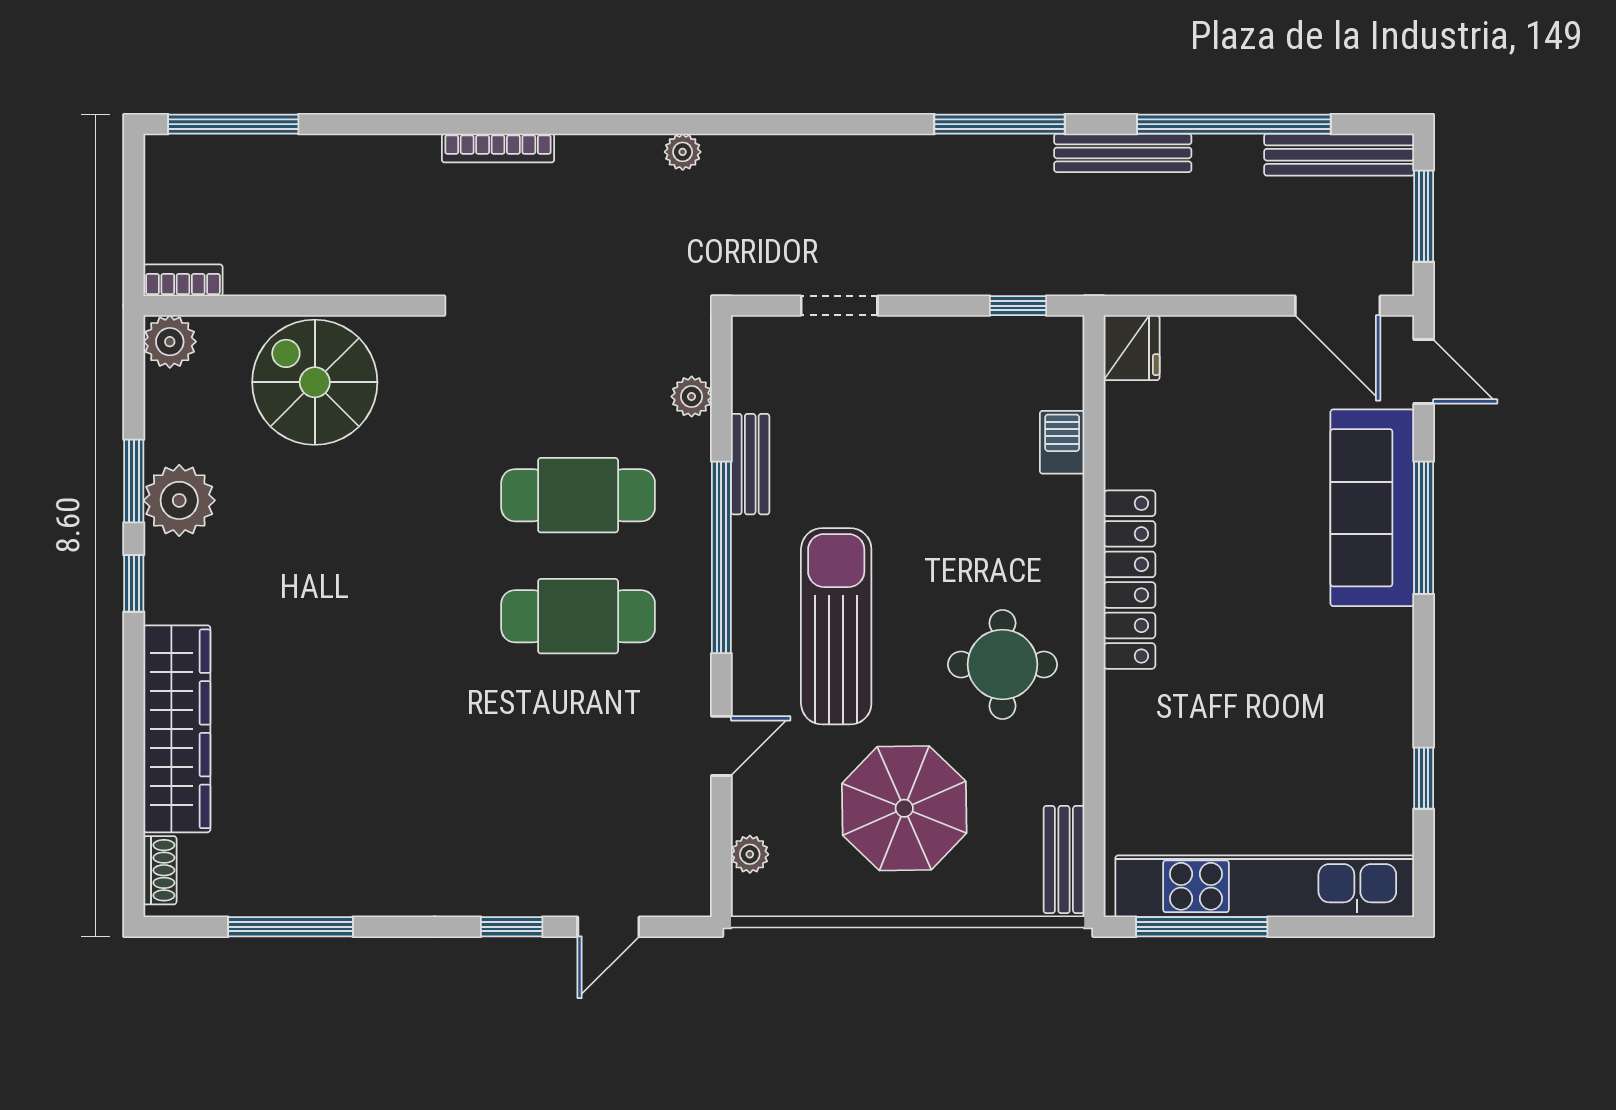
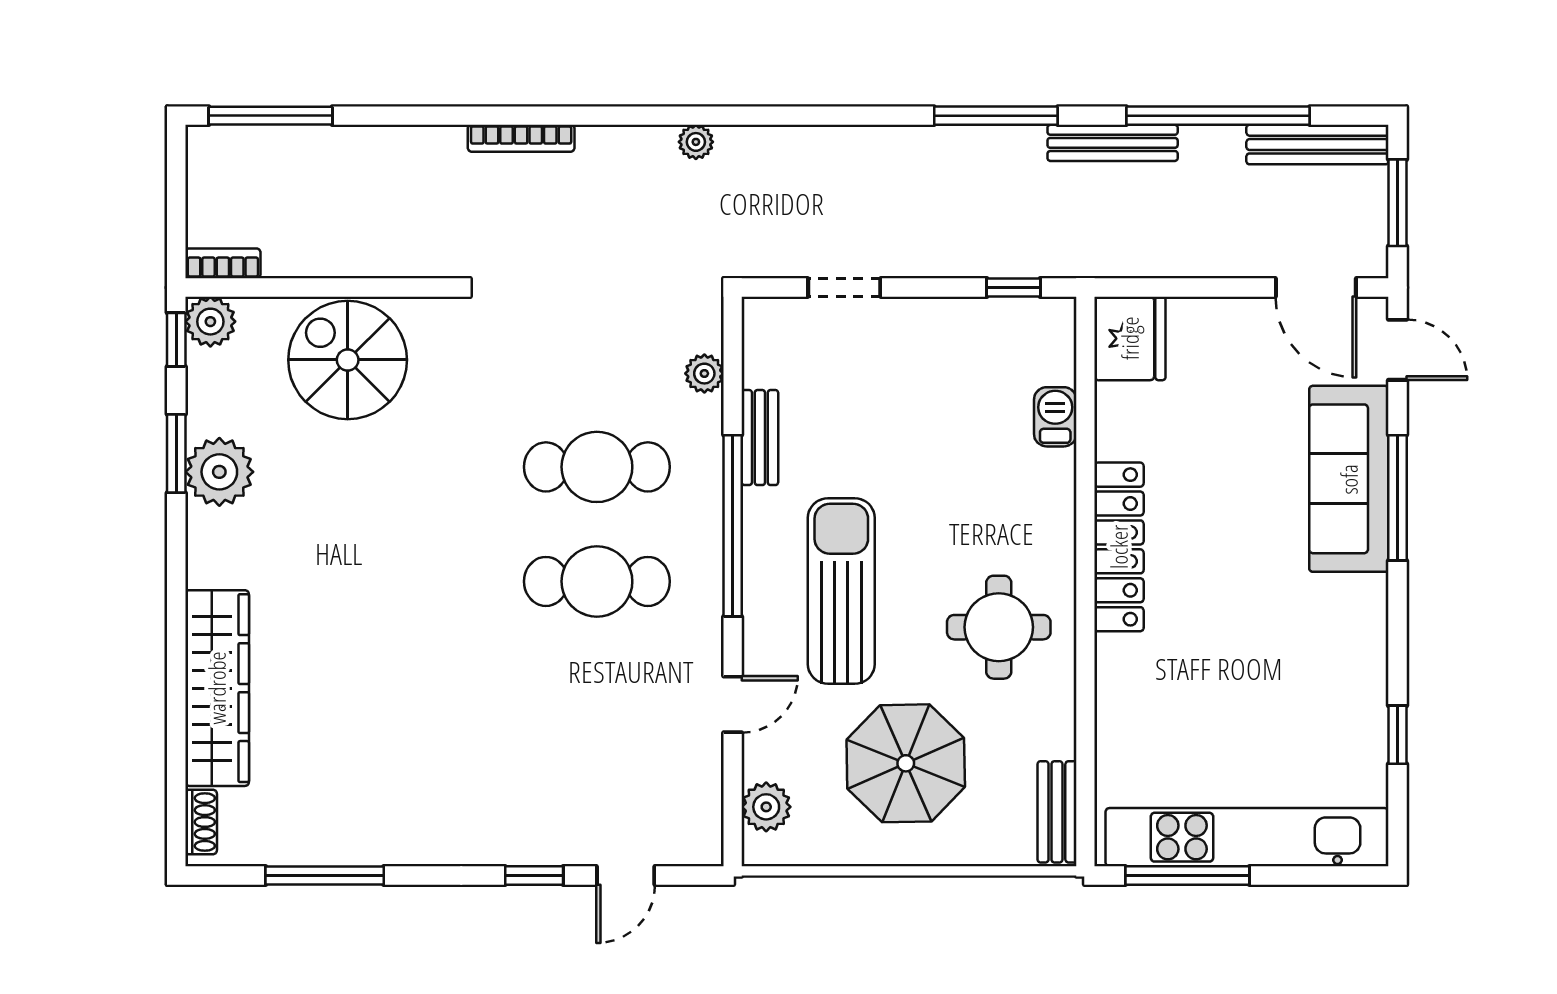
fridge: (1132, 348) -> (1130, 338), width x1.36, depth x1.34
window: (134, 583) -> (176, 340), moved
plant: (750, 854) -> (766, 807), width x1.38, depth x1.38

